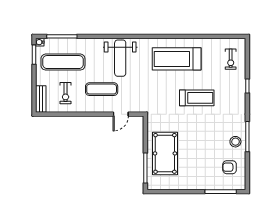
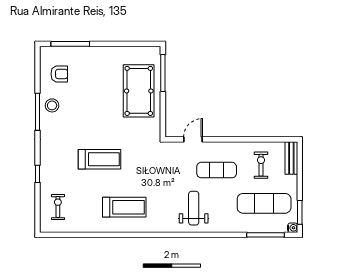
weight bench: (120, 58) -> (194, 208), width x0.73, depth x0.75
treadmill: (177, 59) -> (124, 207), width x0.73, depth x0.73
treadmill: (197, 98) -> (100, 159), turned 180

